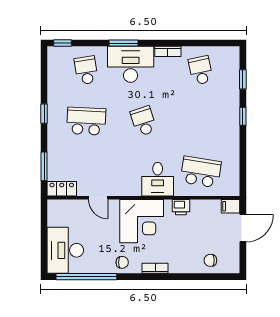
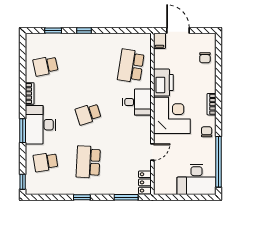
printer: (181, 207) -> (163, 82), width x1.87, depth x1.48

